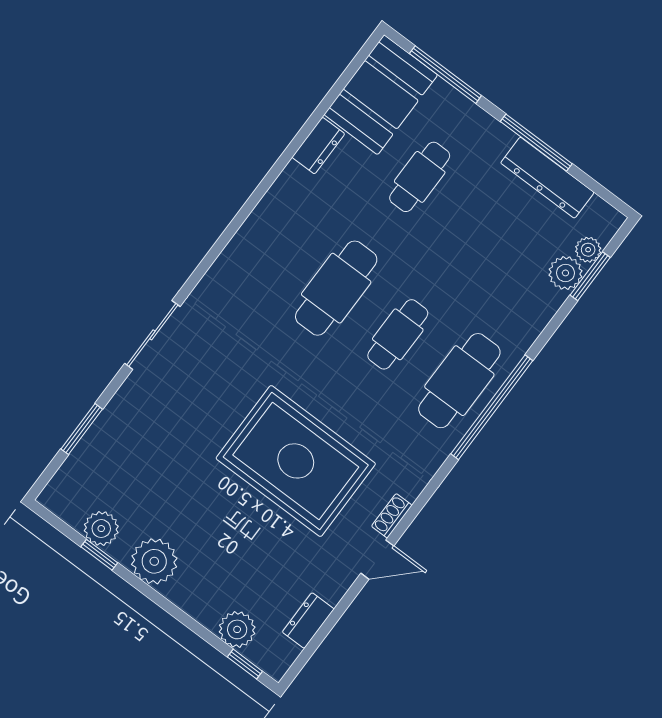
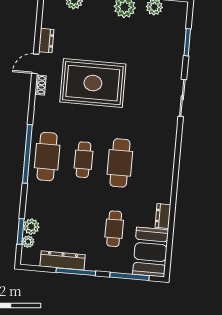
dresser: (308, 620) -> (46, 41), moved

